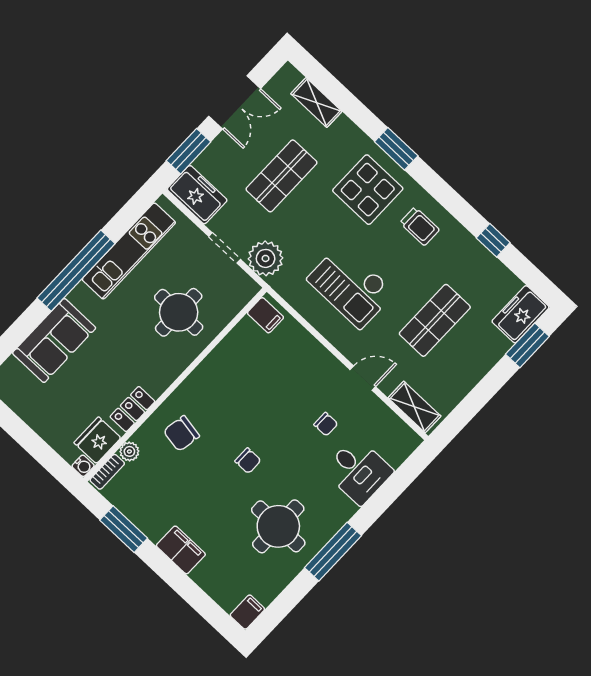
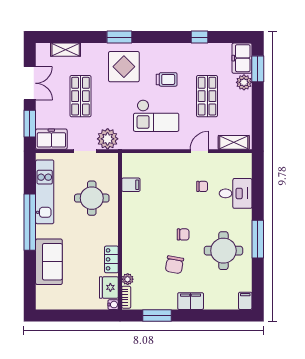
trolley: (420, 226) -> (167, 79), moved
filing cabinet: (265, 315) -> (131, 185), moved
plant: (495, 346) -> (244, 82), added
chair: (181, 433) -> (174, 265), moved

